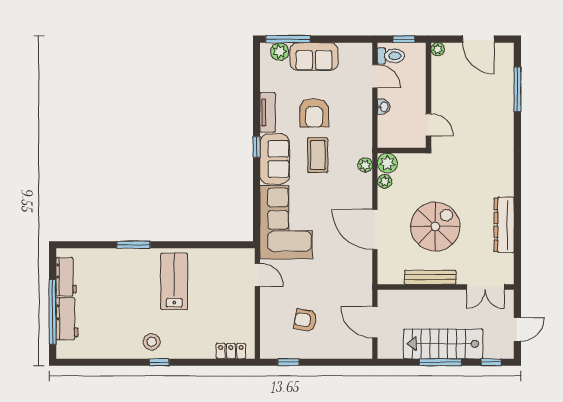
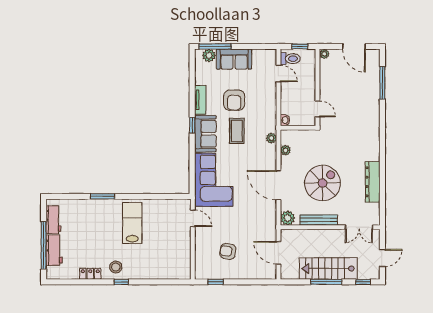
washbasin: (384, 107) -> (285, 120), moved
plant: (387, 163) -> (288, 218), moved
locker: (231, 351) -> (90, 274), moved

